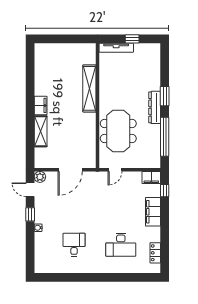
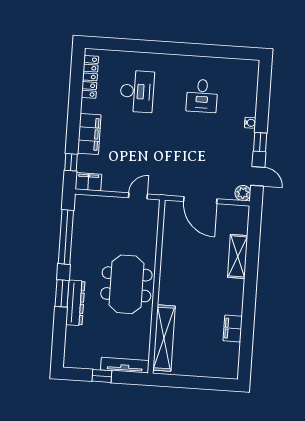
shelving: (89, 88) -> (164, 338), moved
filing cabinet: (41, 105) -> (233, 328), moved
dresser: (155, 107) -> (75, 303), moved
meeting table: (118, 131) -> (126, 284), moved
door: (70, 170) -> (200, 200), swing flipped
desk: (121, 245) -> (137, 91), turned 90
locker: (155, 253) -> (90, 77), width x1.53

